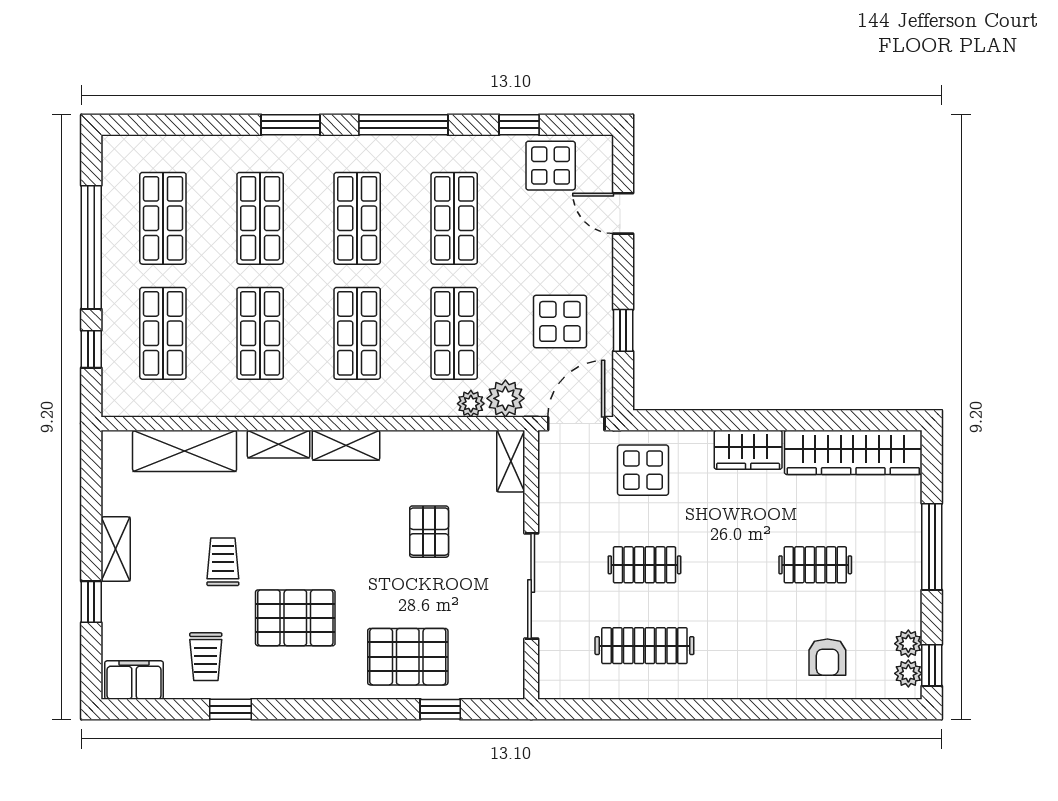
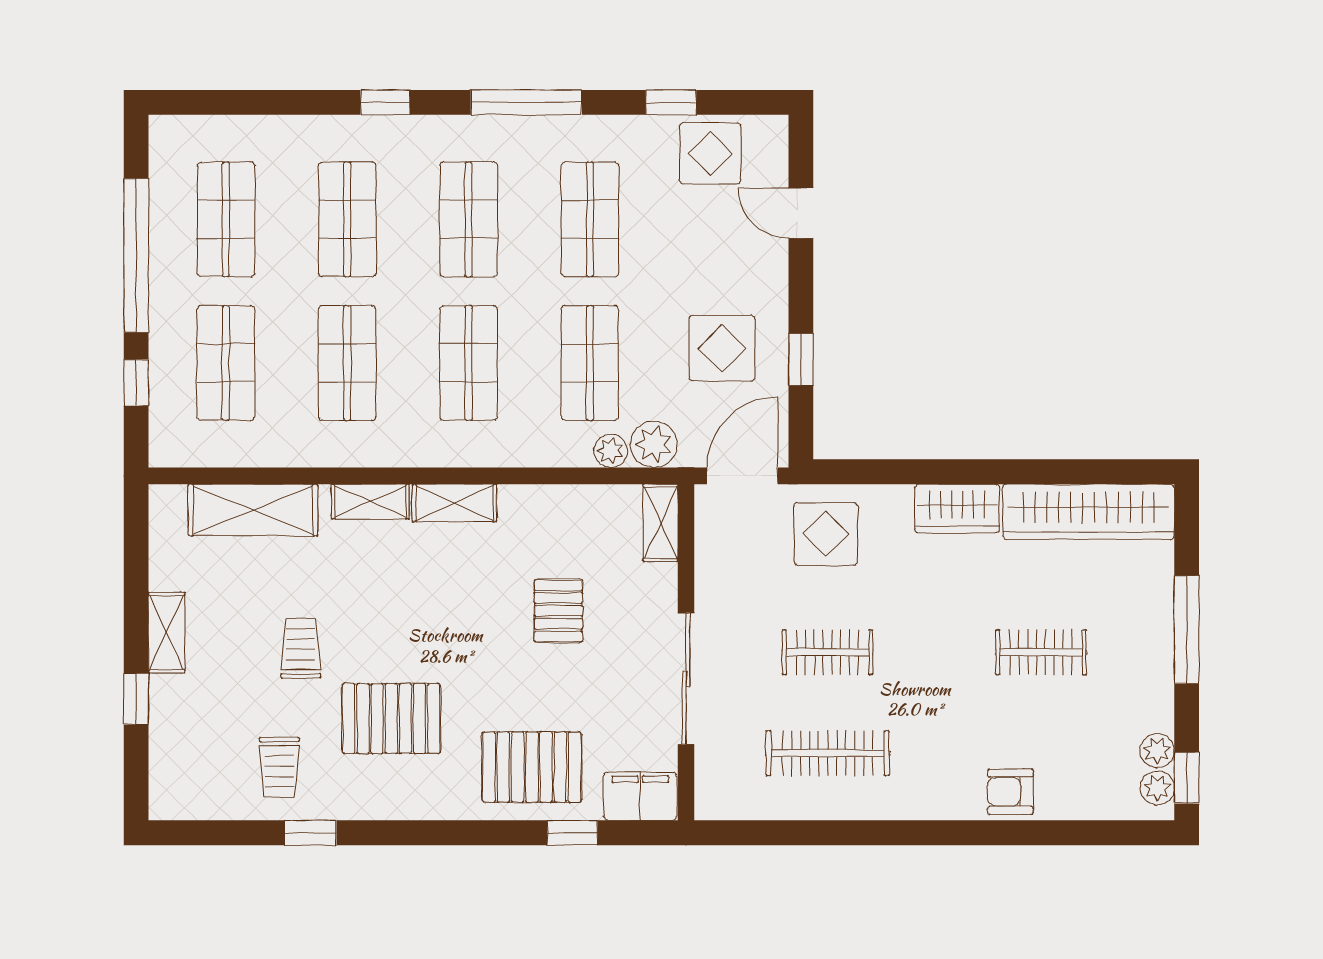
window: (291, 125) -> (385, 102), width x0.67
armchair: (827, 657) -> (1010, 792), moved, turned 90
filing cabinet: (134, 680) -> (640, 796), moved

